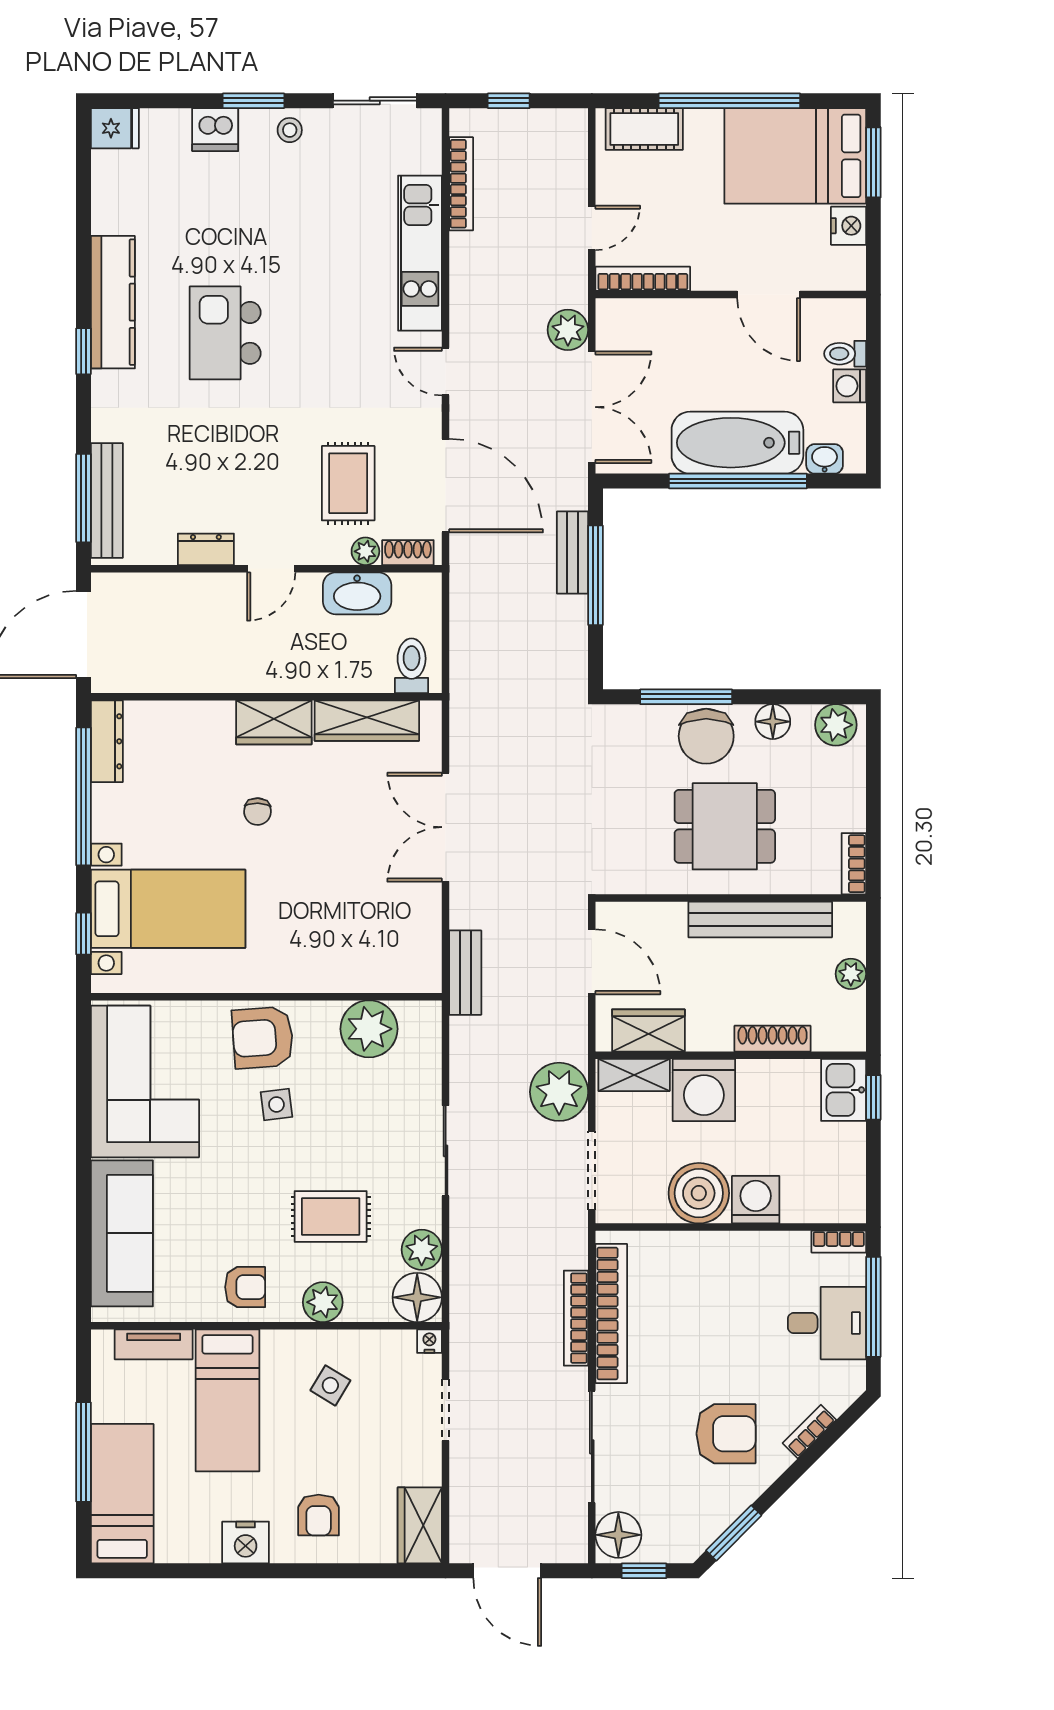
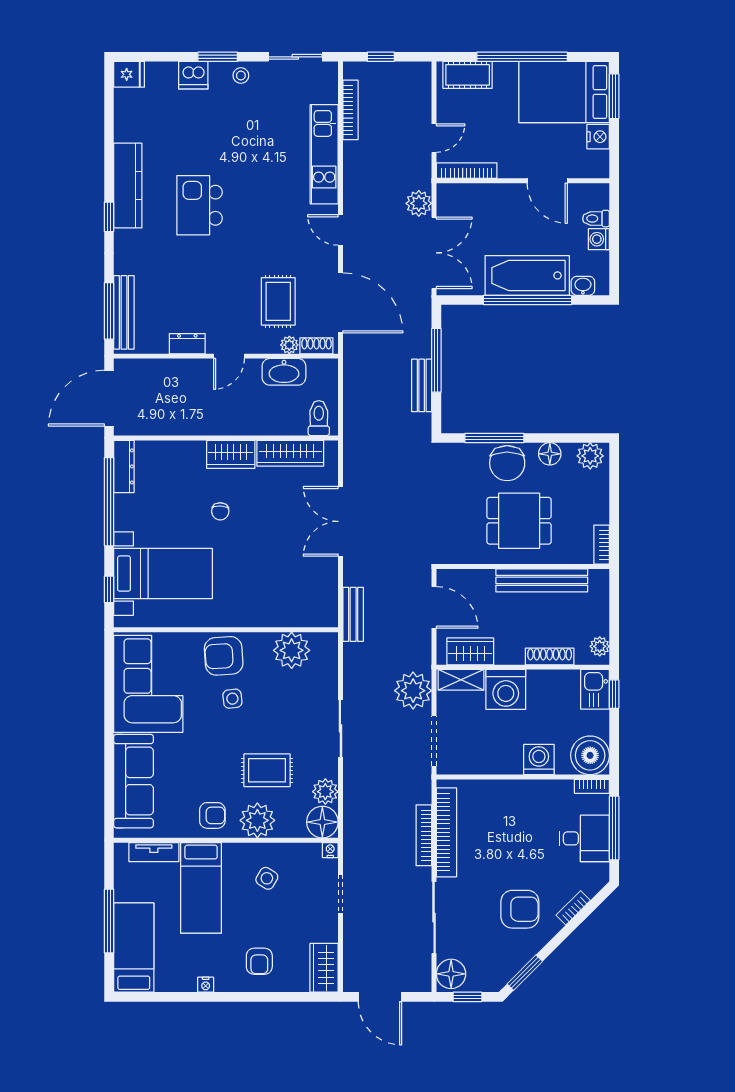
bench: (572, 553) -> (422, 385), moved
plant: (851, 974) -> (600, 646), moved
boiler: (699, 1193) -> (590, 755), moved
plant: (323, 1302) -> (257, 820), width x1.36, depth x1.36
nightstand: (246, 1543) -> (206, 985), width x0.53, depth x0.56

